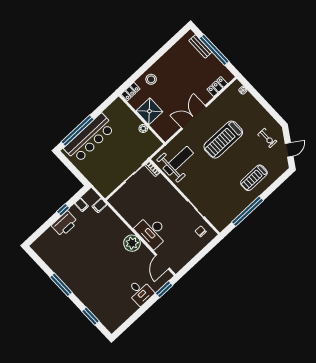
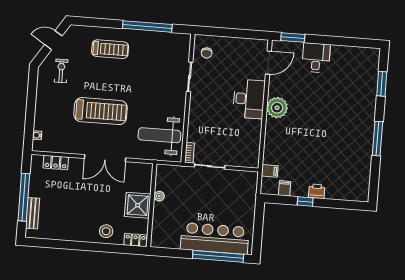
printer: (65, 224) -> (317, 191), width x0.53, depth x0.68

